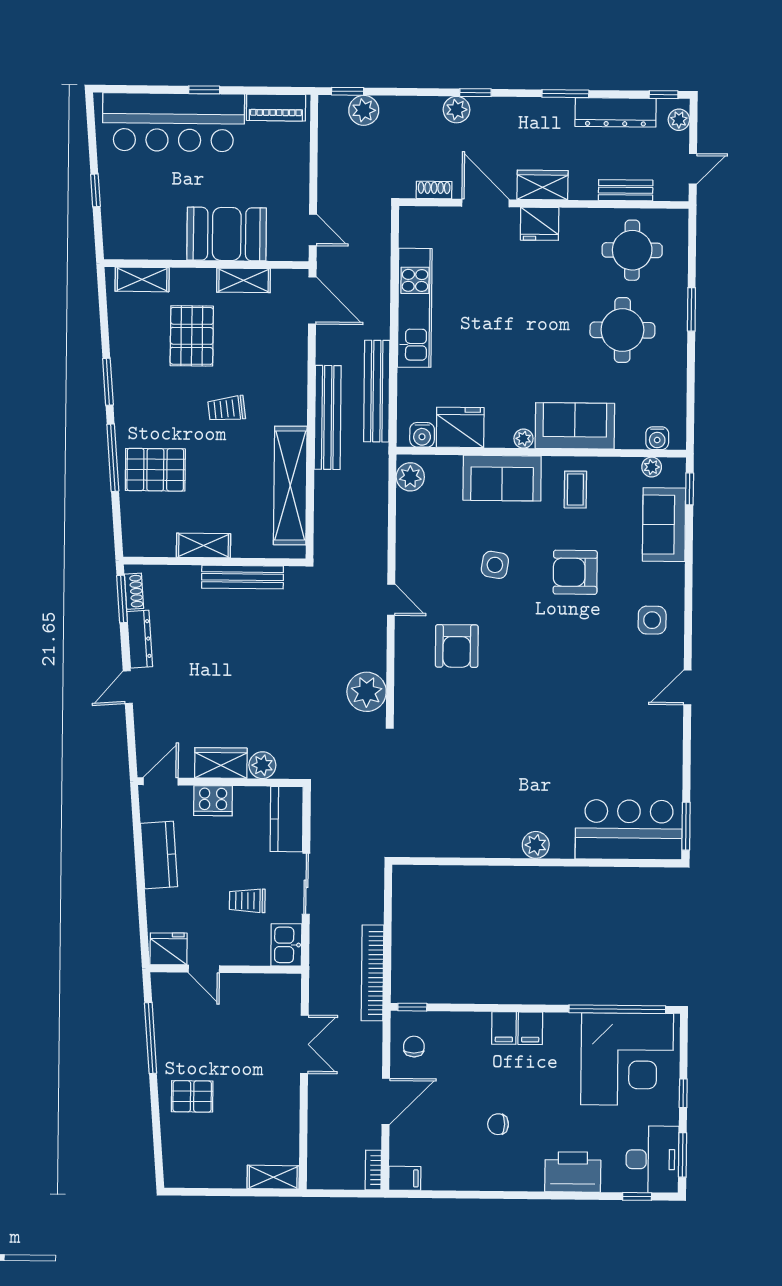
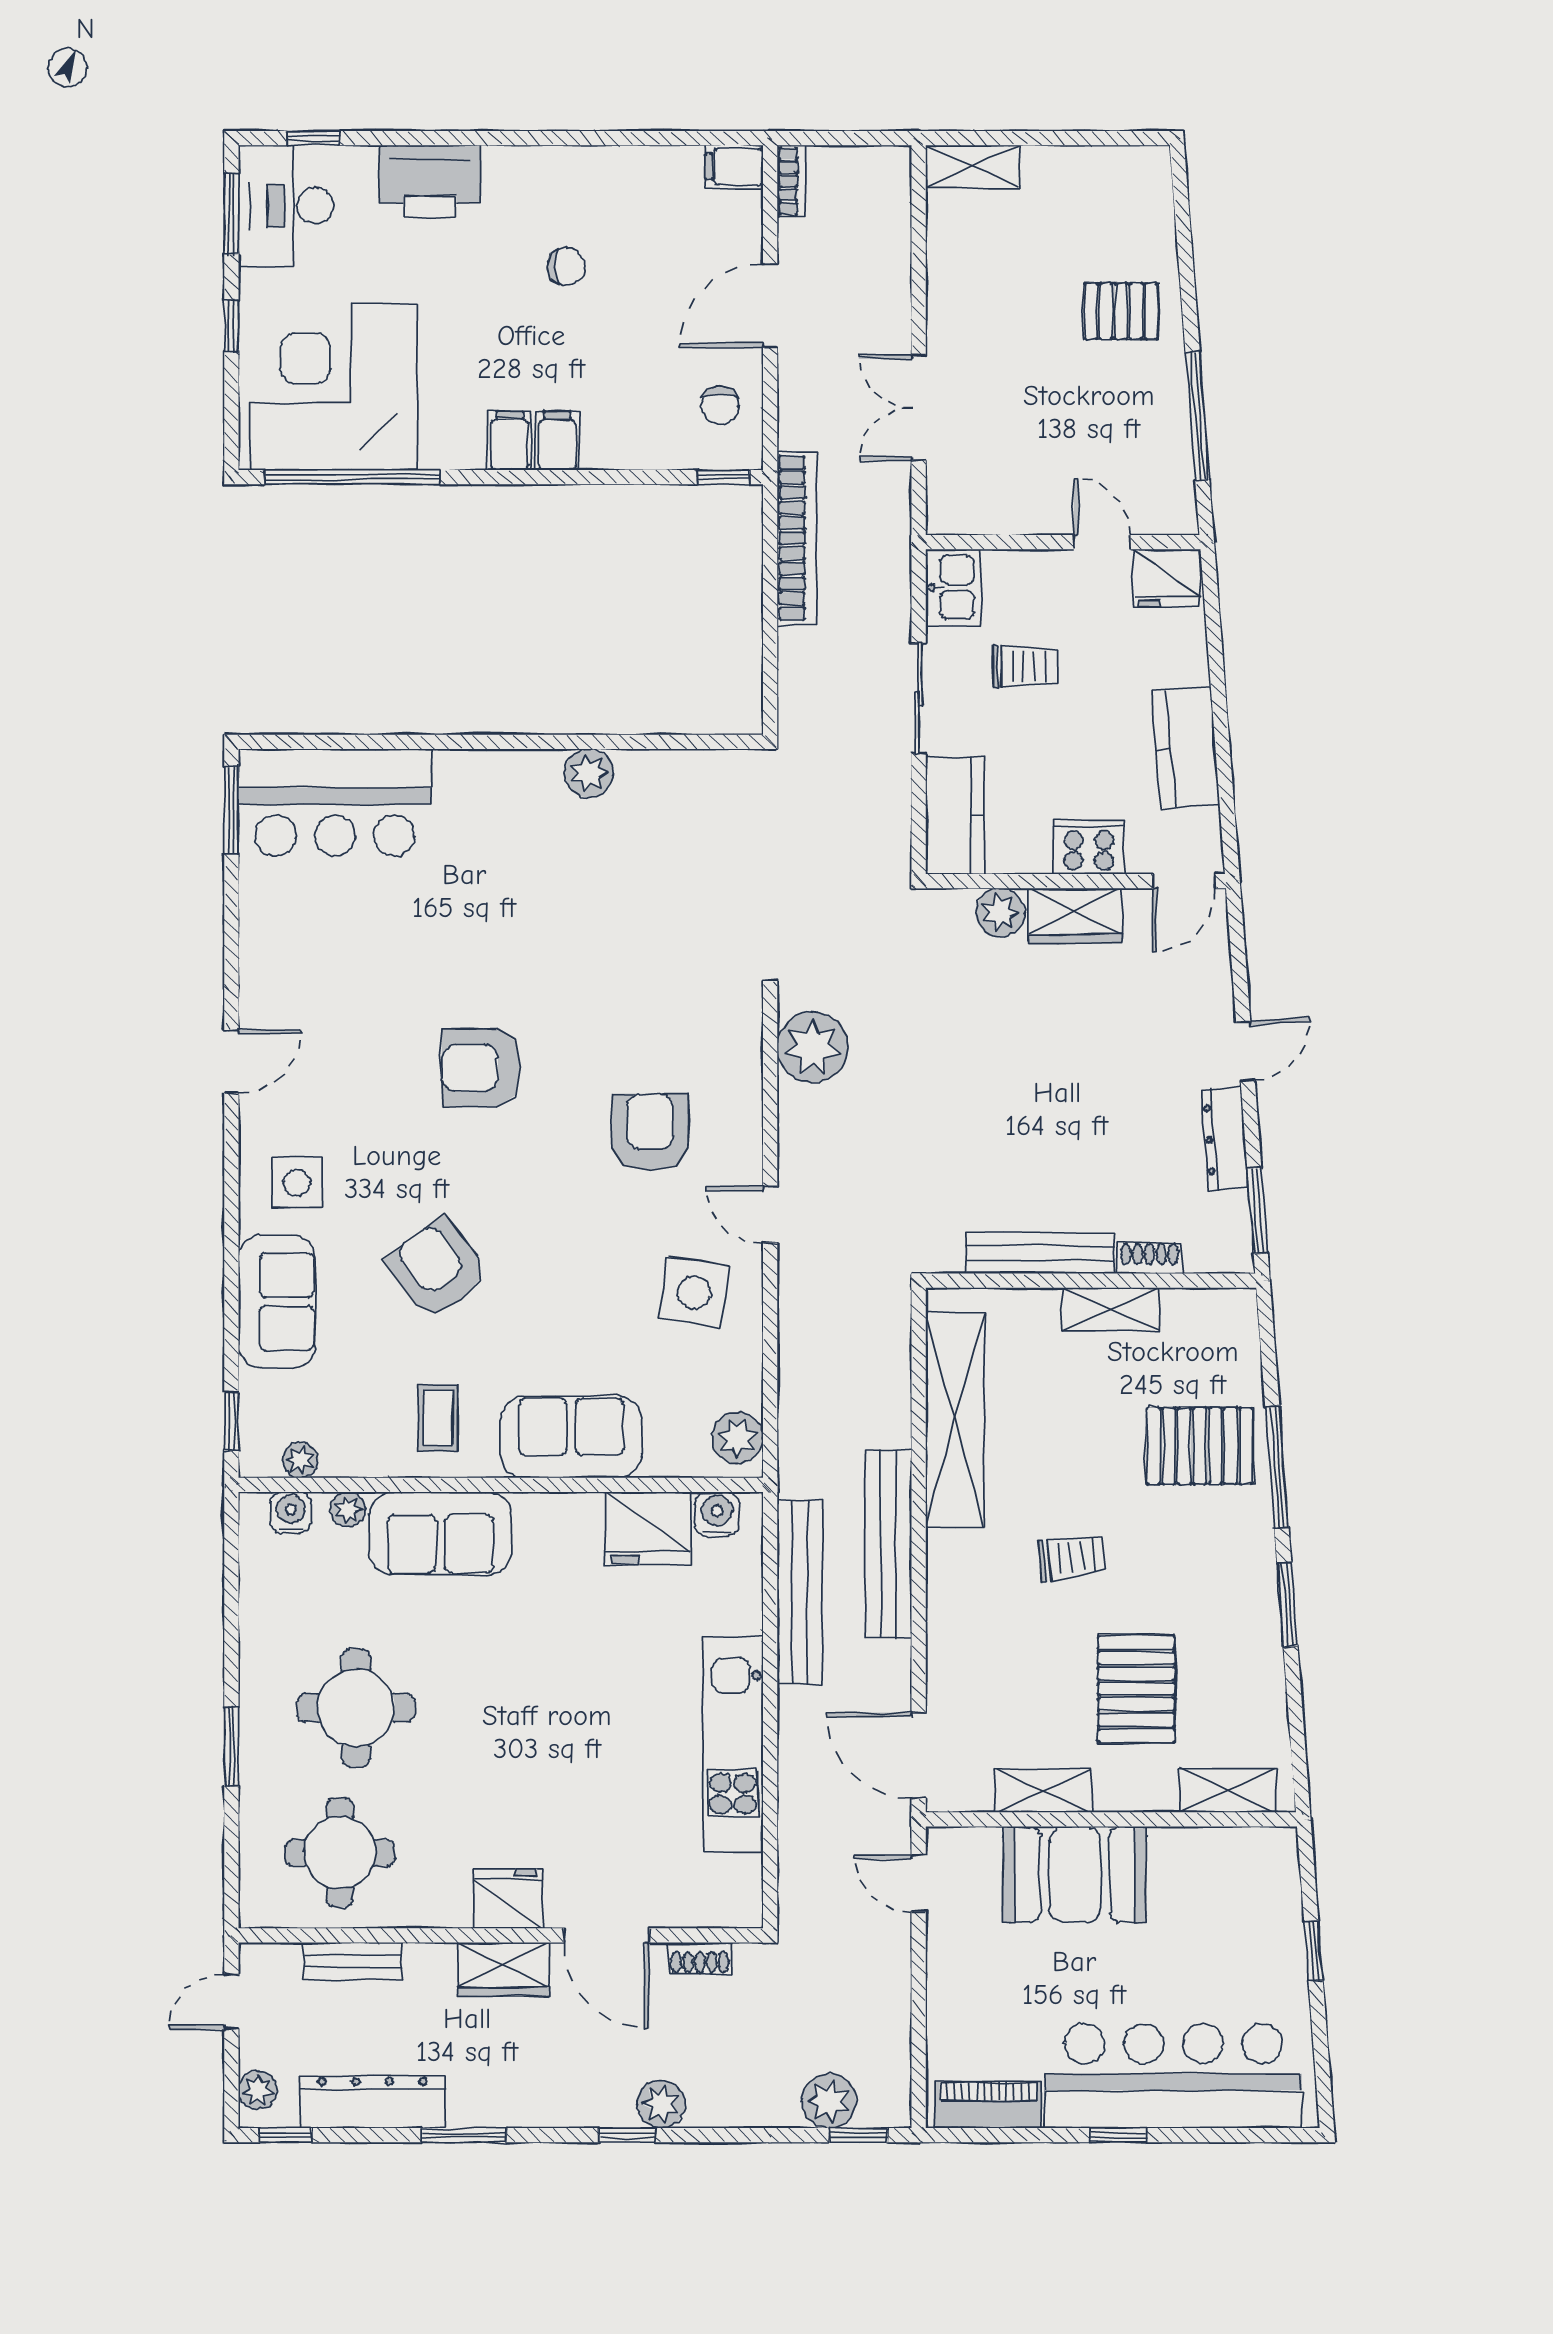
plant: (524, 439) -> (348, 1509), moved
sofa: (664, 525) -> (277, 1302), moved
side table: (495, 565) -> (694, 1292), moved, width x1.37, depth x1.37
armchair: (575, 572) -> (437, 1268), turned -127
shoe rack: (134, 591) -> (1149, 1258), moved, turned 94
armchair: (550, 682) -> (481, 1068), added
plant: (536, 845) -> (589, 773), moved

